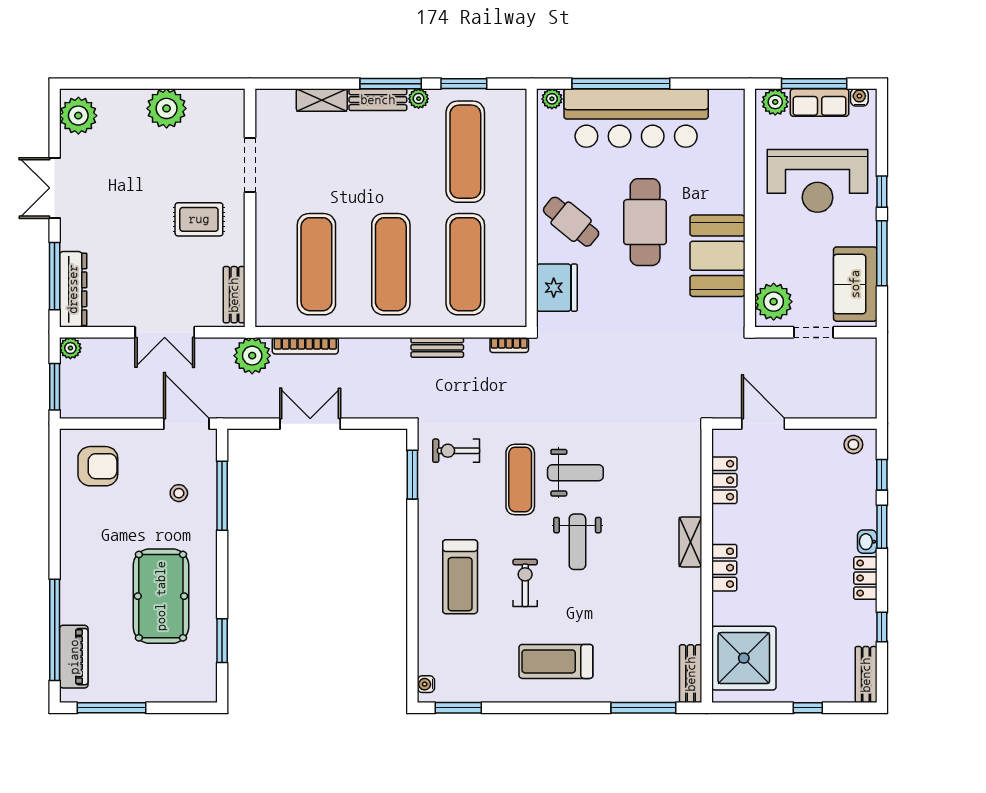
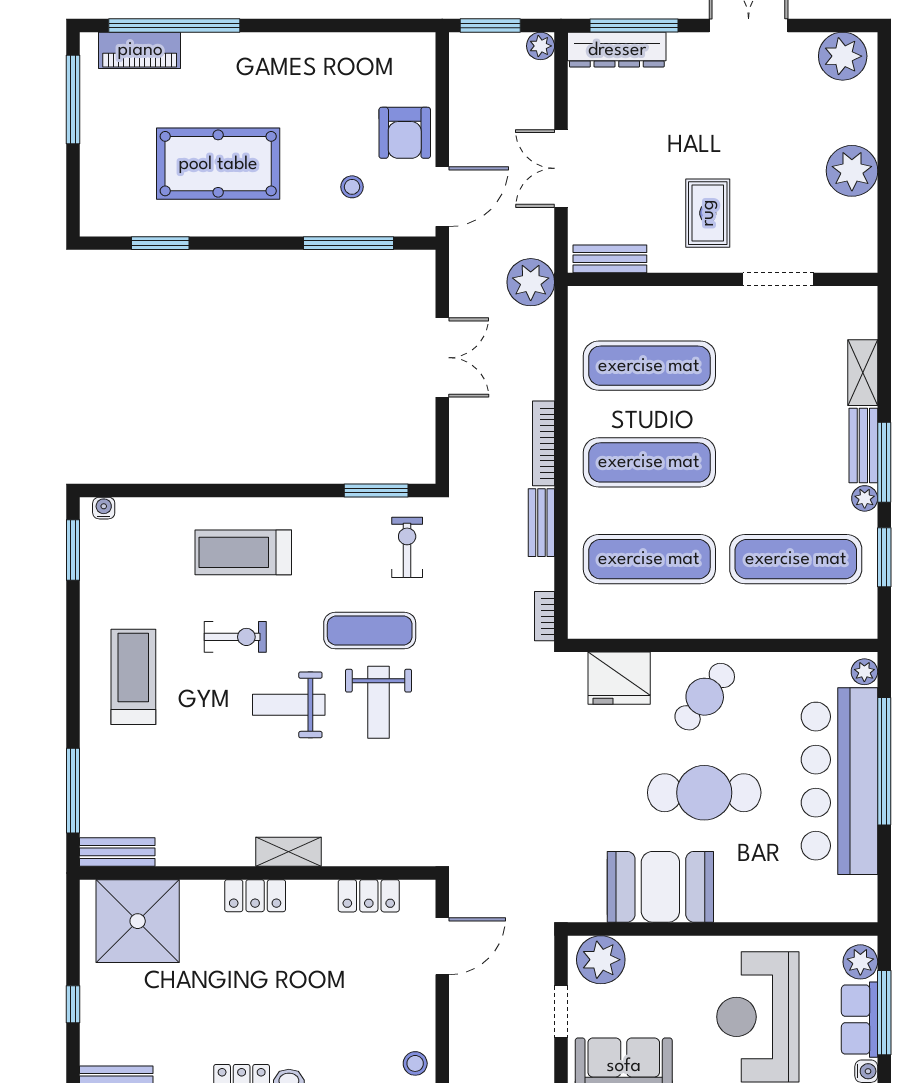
bookcase: (305, 346) -> (544, 443), moved
armchair: (98, 466) -> (405, 133), moved

